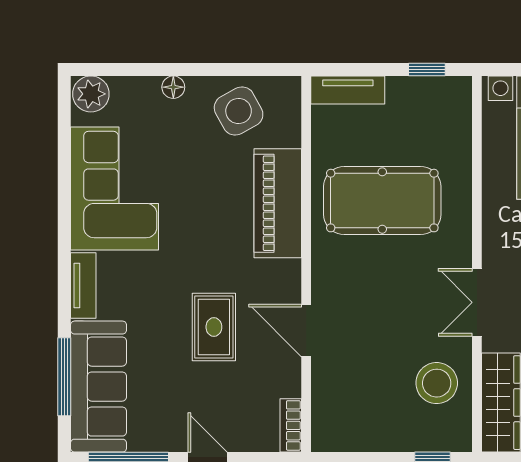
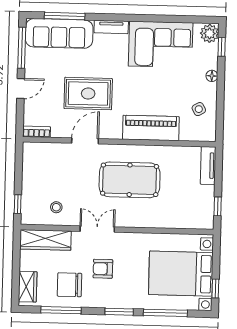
window: (117, 70) -> (222, 47), added
side table: (239, 111) -> (199, 109), width x0.54, depth x0.54
pool table: (382, 201) -> (130, 180), moved, turned 90
rug: (214, 327) -> (88, 94), width x1.36, depth x1.43
stool: (437, 383) -> (56, 207), width x0.53, depth x0.53

